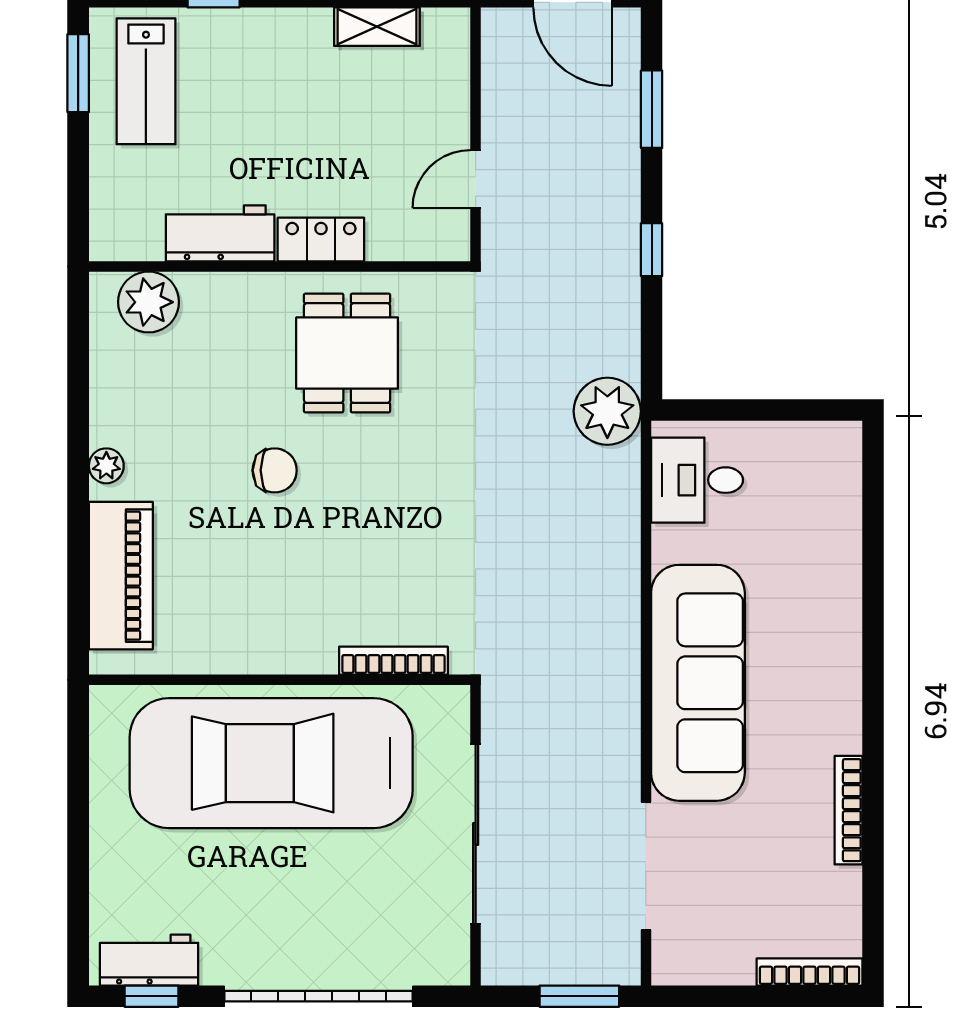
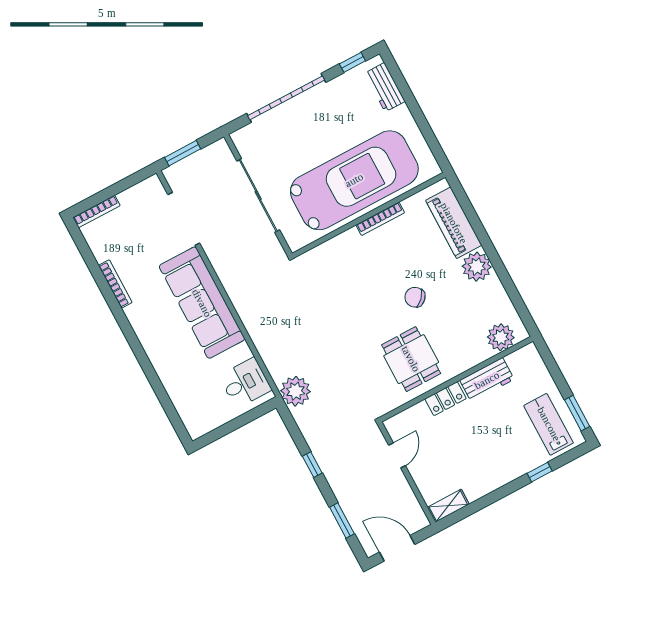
shelving: (377, 27) -> (448, 506), moved
plant: (106, 466) -> (477, 267), width x1.88, depth x1.88
chair: (275, 470) -> (415, 297), turned 43
bookcase: (393, 661) -> (380, 219), moved
workbench: (149, 960) -> (385, 87), moved, turned 90

